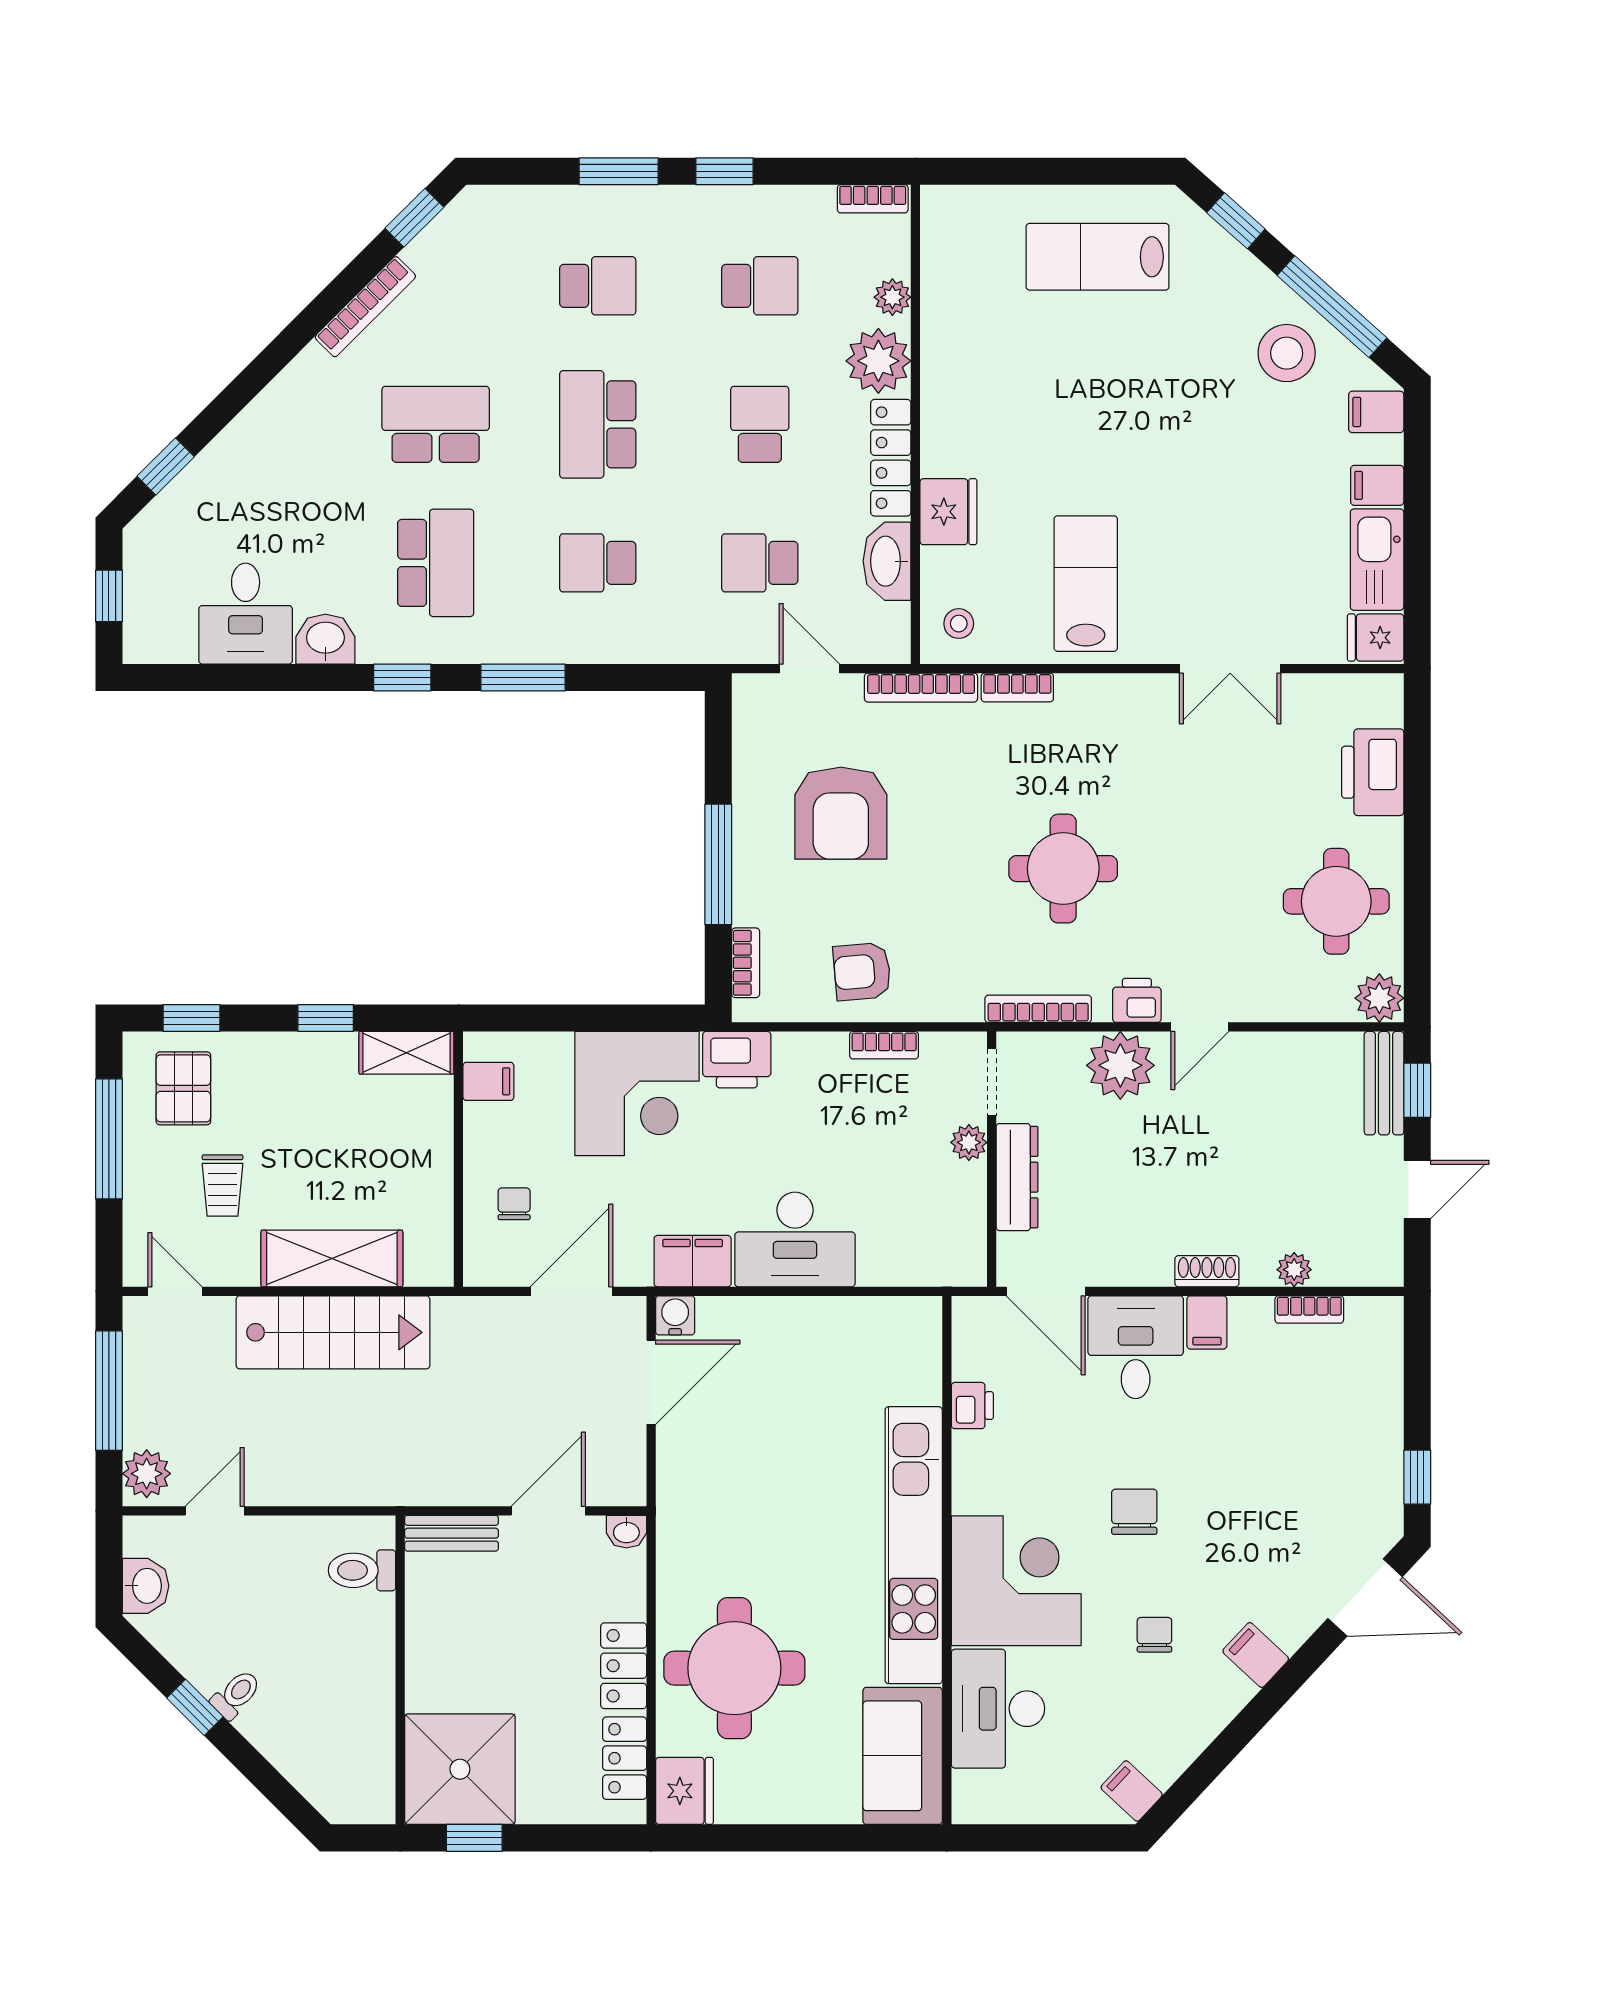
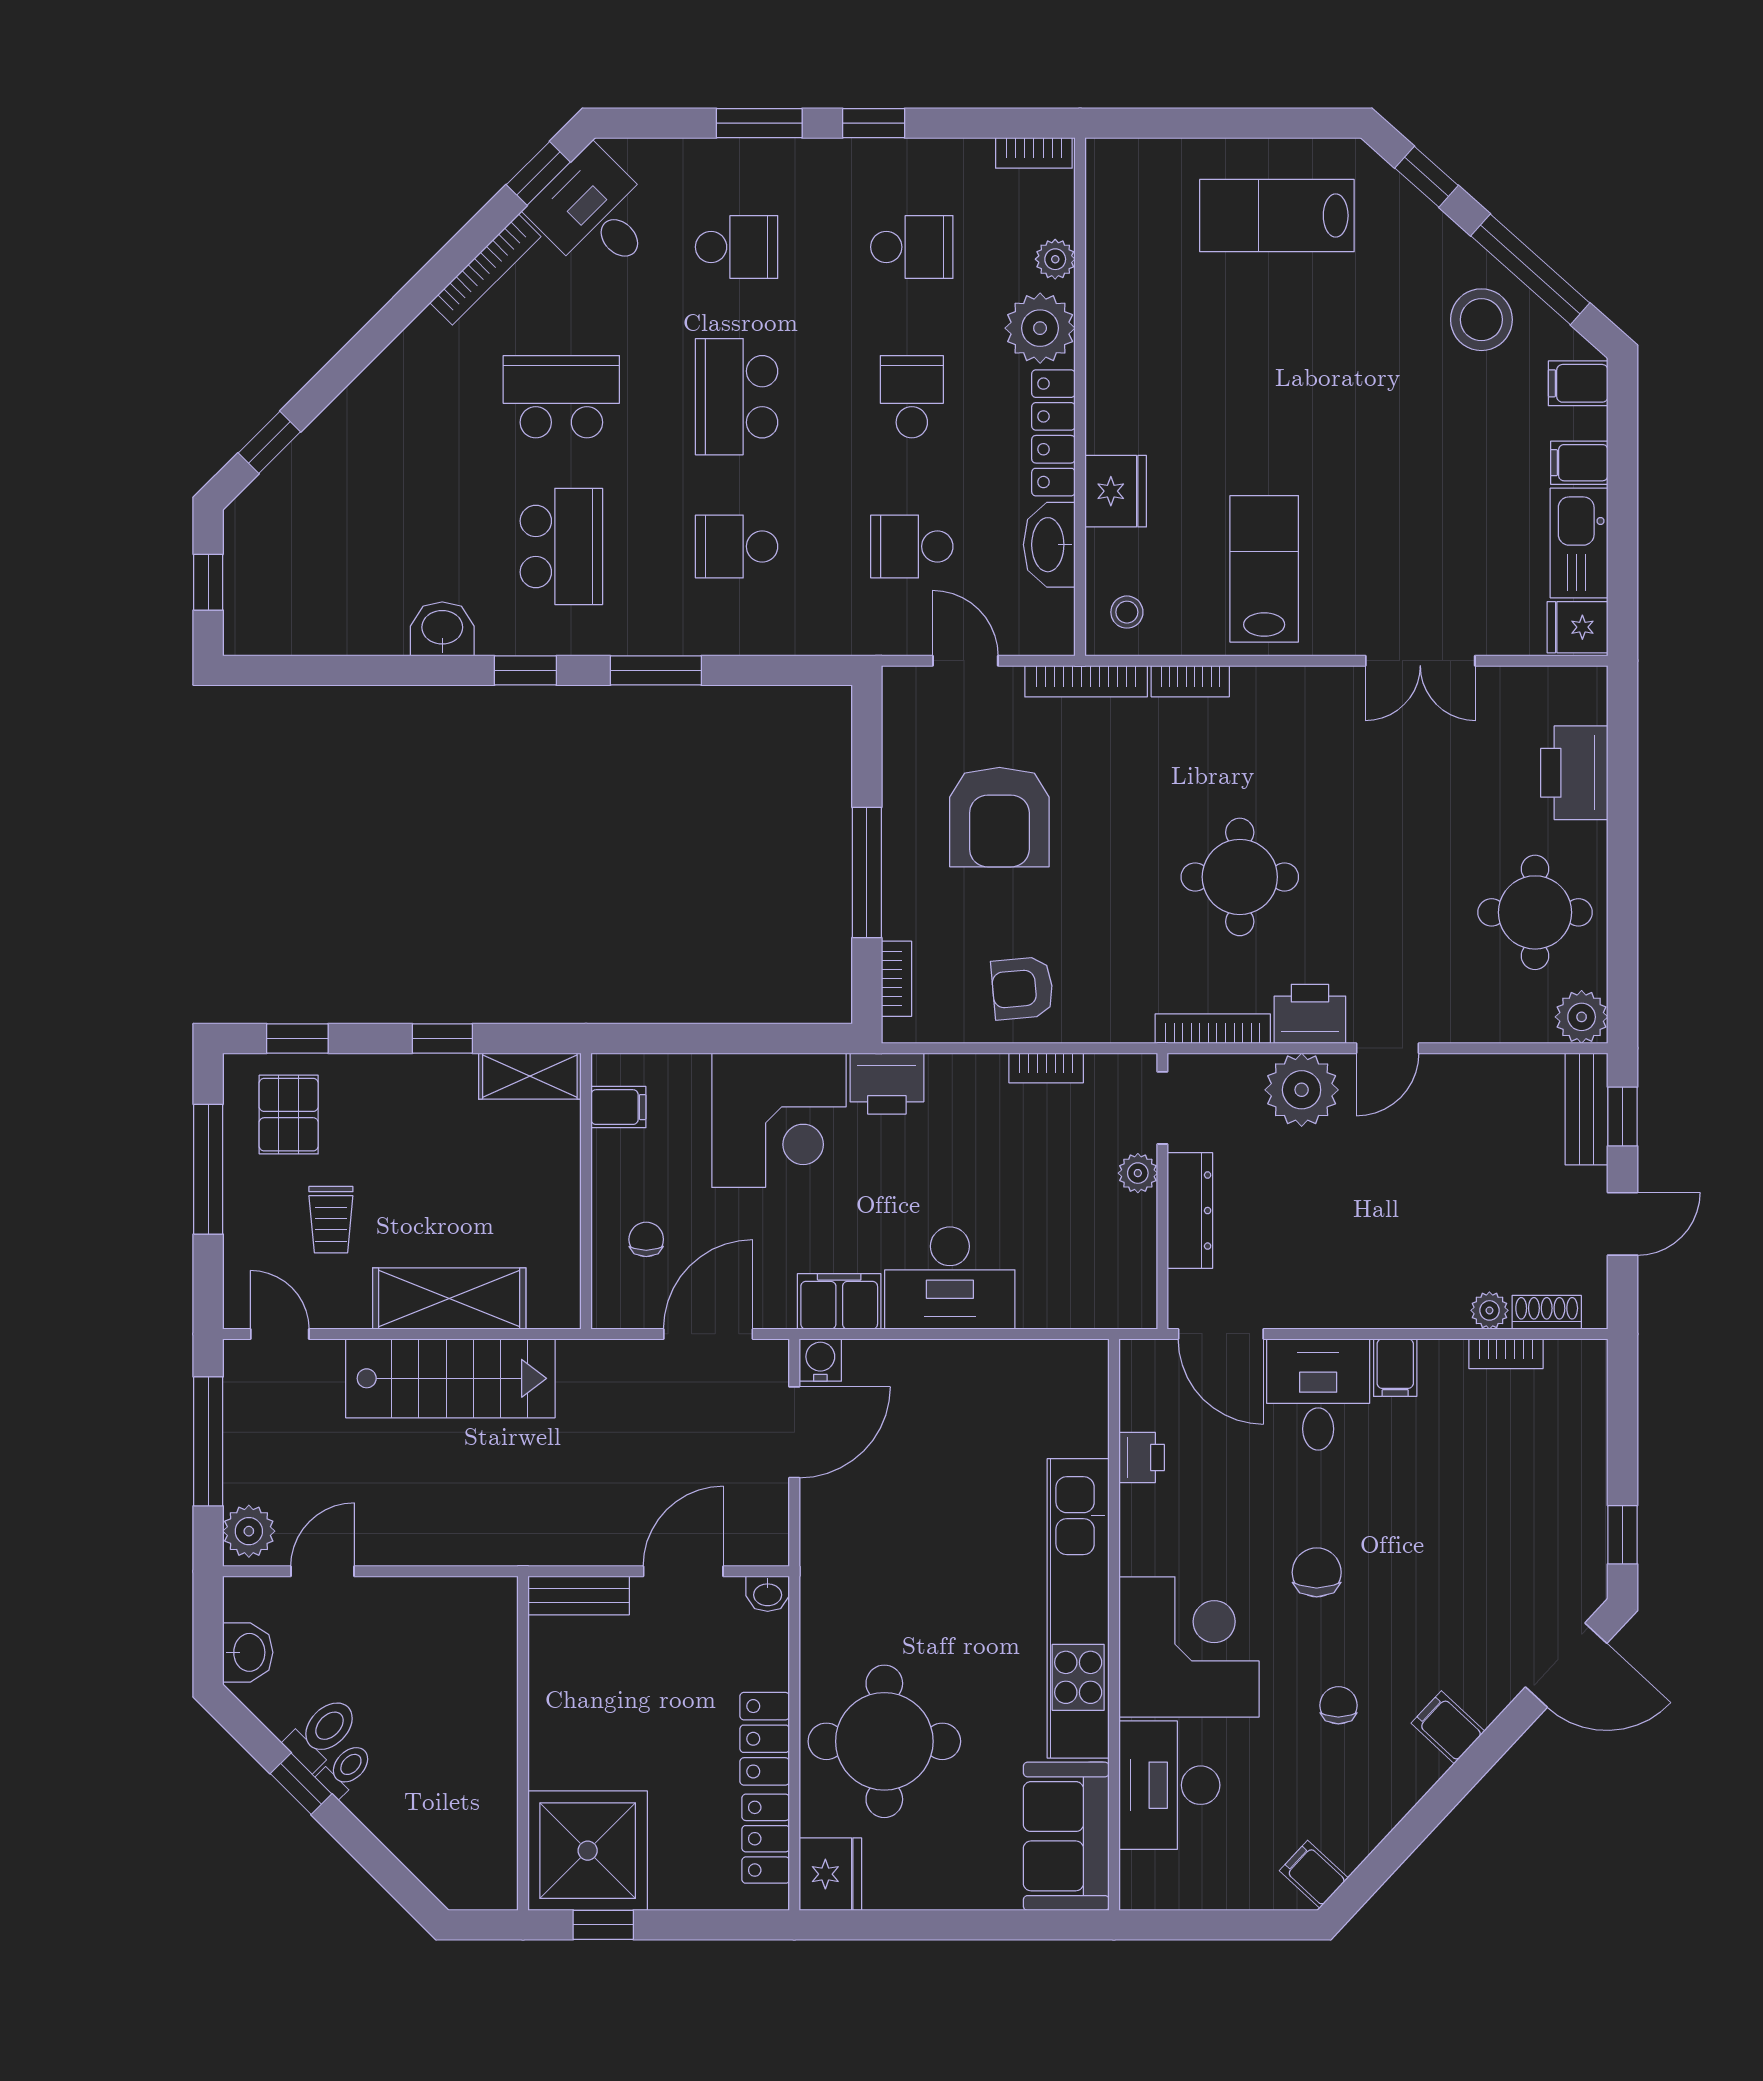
desk: (246, 614) -> (595, 214), moved, turned 135
printer: (1137, 1000) -> (1310, 1014), width x1.36, depth x1.24
shoe rack: (1207, 1271) -> (1547, 1312), moved
toilet: (362, 1570) -> (322, 1733), moved, turned 135

